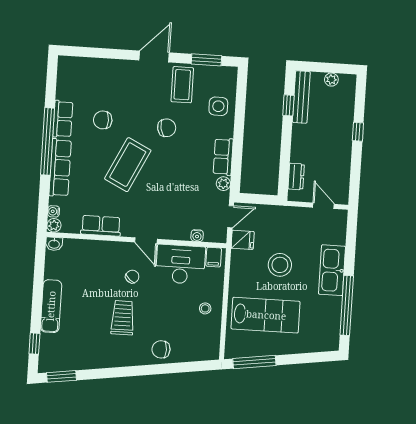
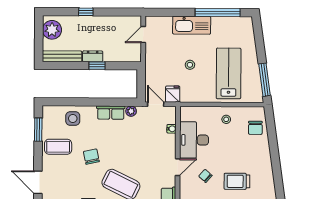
door: (154, 56) -> (38, 182), moved
plant: (331, 80) -> (52, 30), width x1.87, depth x1.87
window: (288, 105) -> (97, 66), moved
dresser: (296, 176) -> (93, 56), moved
filing cabinet: (214, 257) -> (187, 115), removed
stool: (280, 265) -> (190, 65), width x0.53, depth x0.53
chair: (161, 349) -> (255, 128), moved

